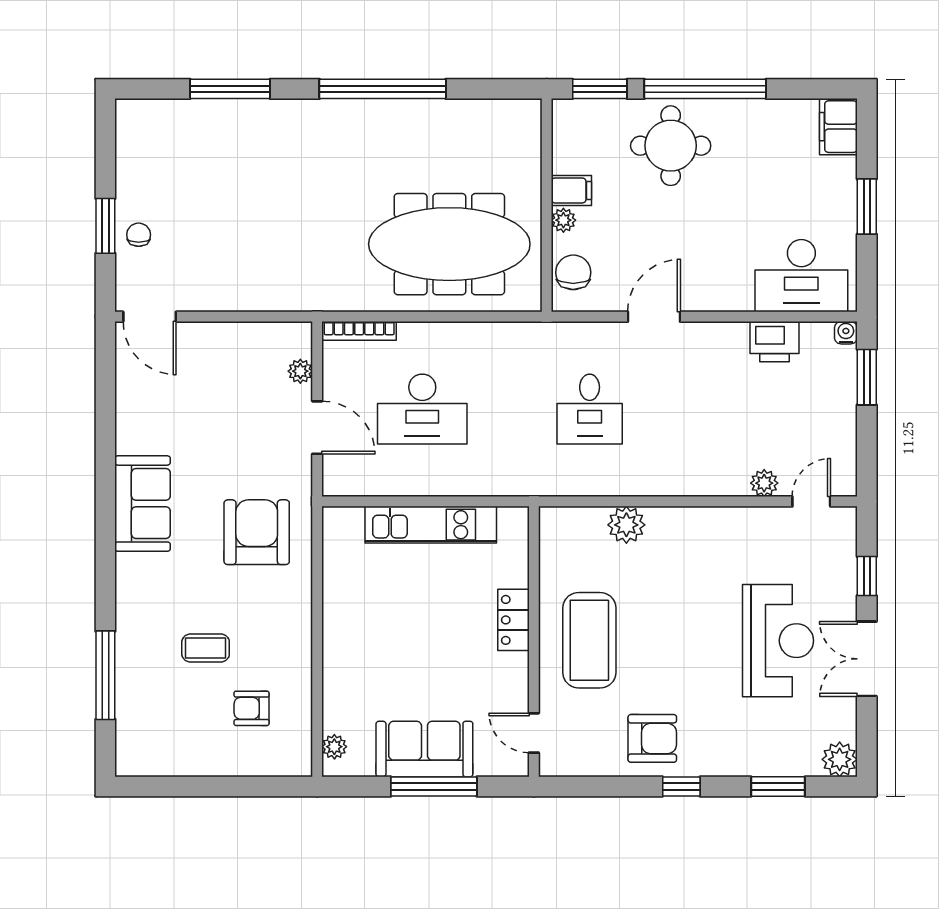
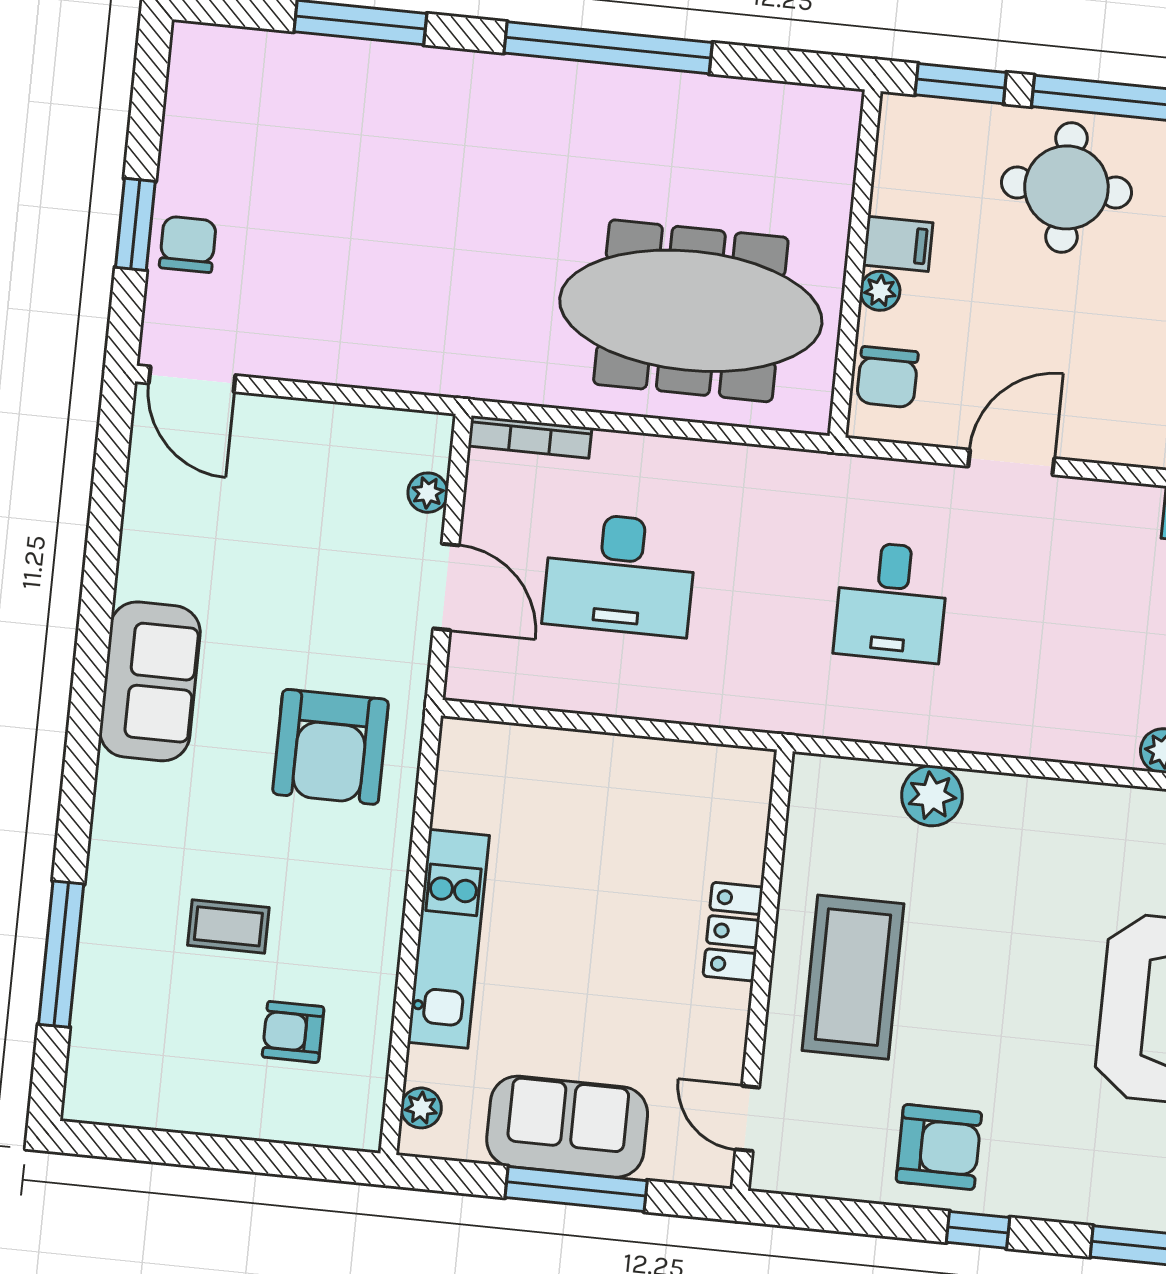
chair: (139, 235) -> (188, 244), width x1.37, depth x1.37
chair: (573, 272) -> (887, 377), turned 180
kitchen unit: (431, 525) -> (448, 939), moved, turned -90
armchair: (257, 532) -> (330, 747), turned 180

